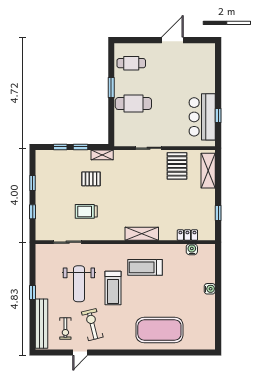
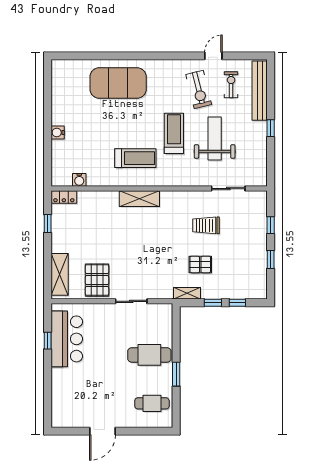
trolley: (86, 211) -> (206, 225), turned 180
locker: (187, 235) -> (64, 197), moved

